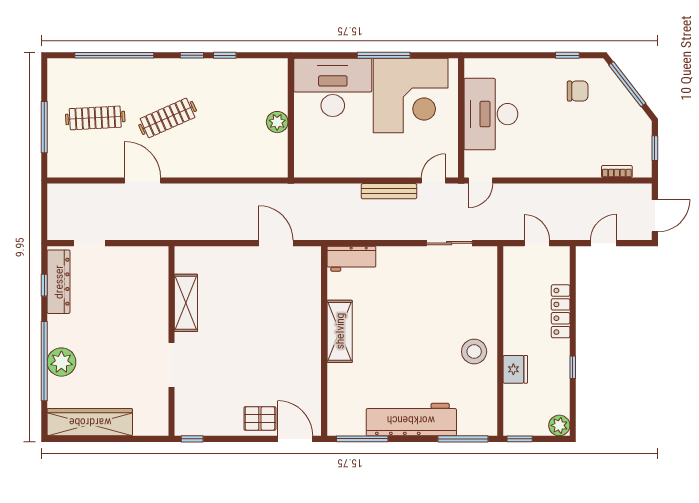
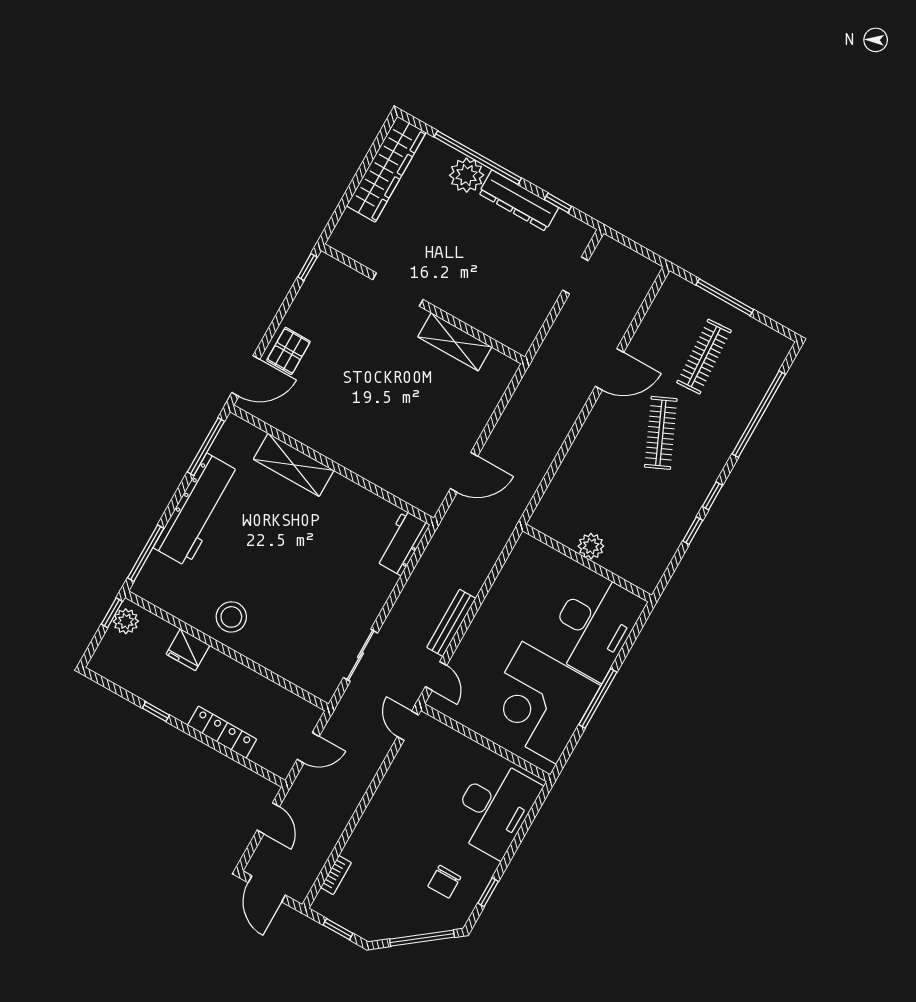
desk: (491, 114) -> (494, 808), moved, turned 90
dresser: (59, 282) -> (519, 201), moved
shelving: (340, 331) -> (294, 465), moved
plant: (559, 425) -> (126, 621), moved

